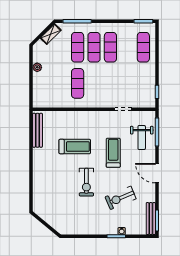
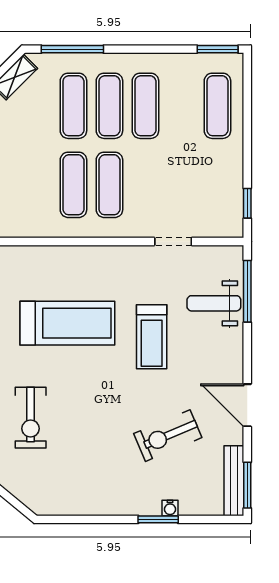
exercise mat: (94, 83) -> (109, 185), added
weight bench: (142, 137) -> (214, 303), turned 90
treadmill: (75, 147) -> (67, 323), width x1.37, depth x1.38
treadmill: (113, 153) -> (152, 337), turned 180
door: (157, 173) -> (247, 405), moved
exercise bike: (86, 182) -> (31, 418), moved

